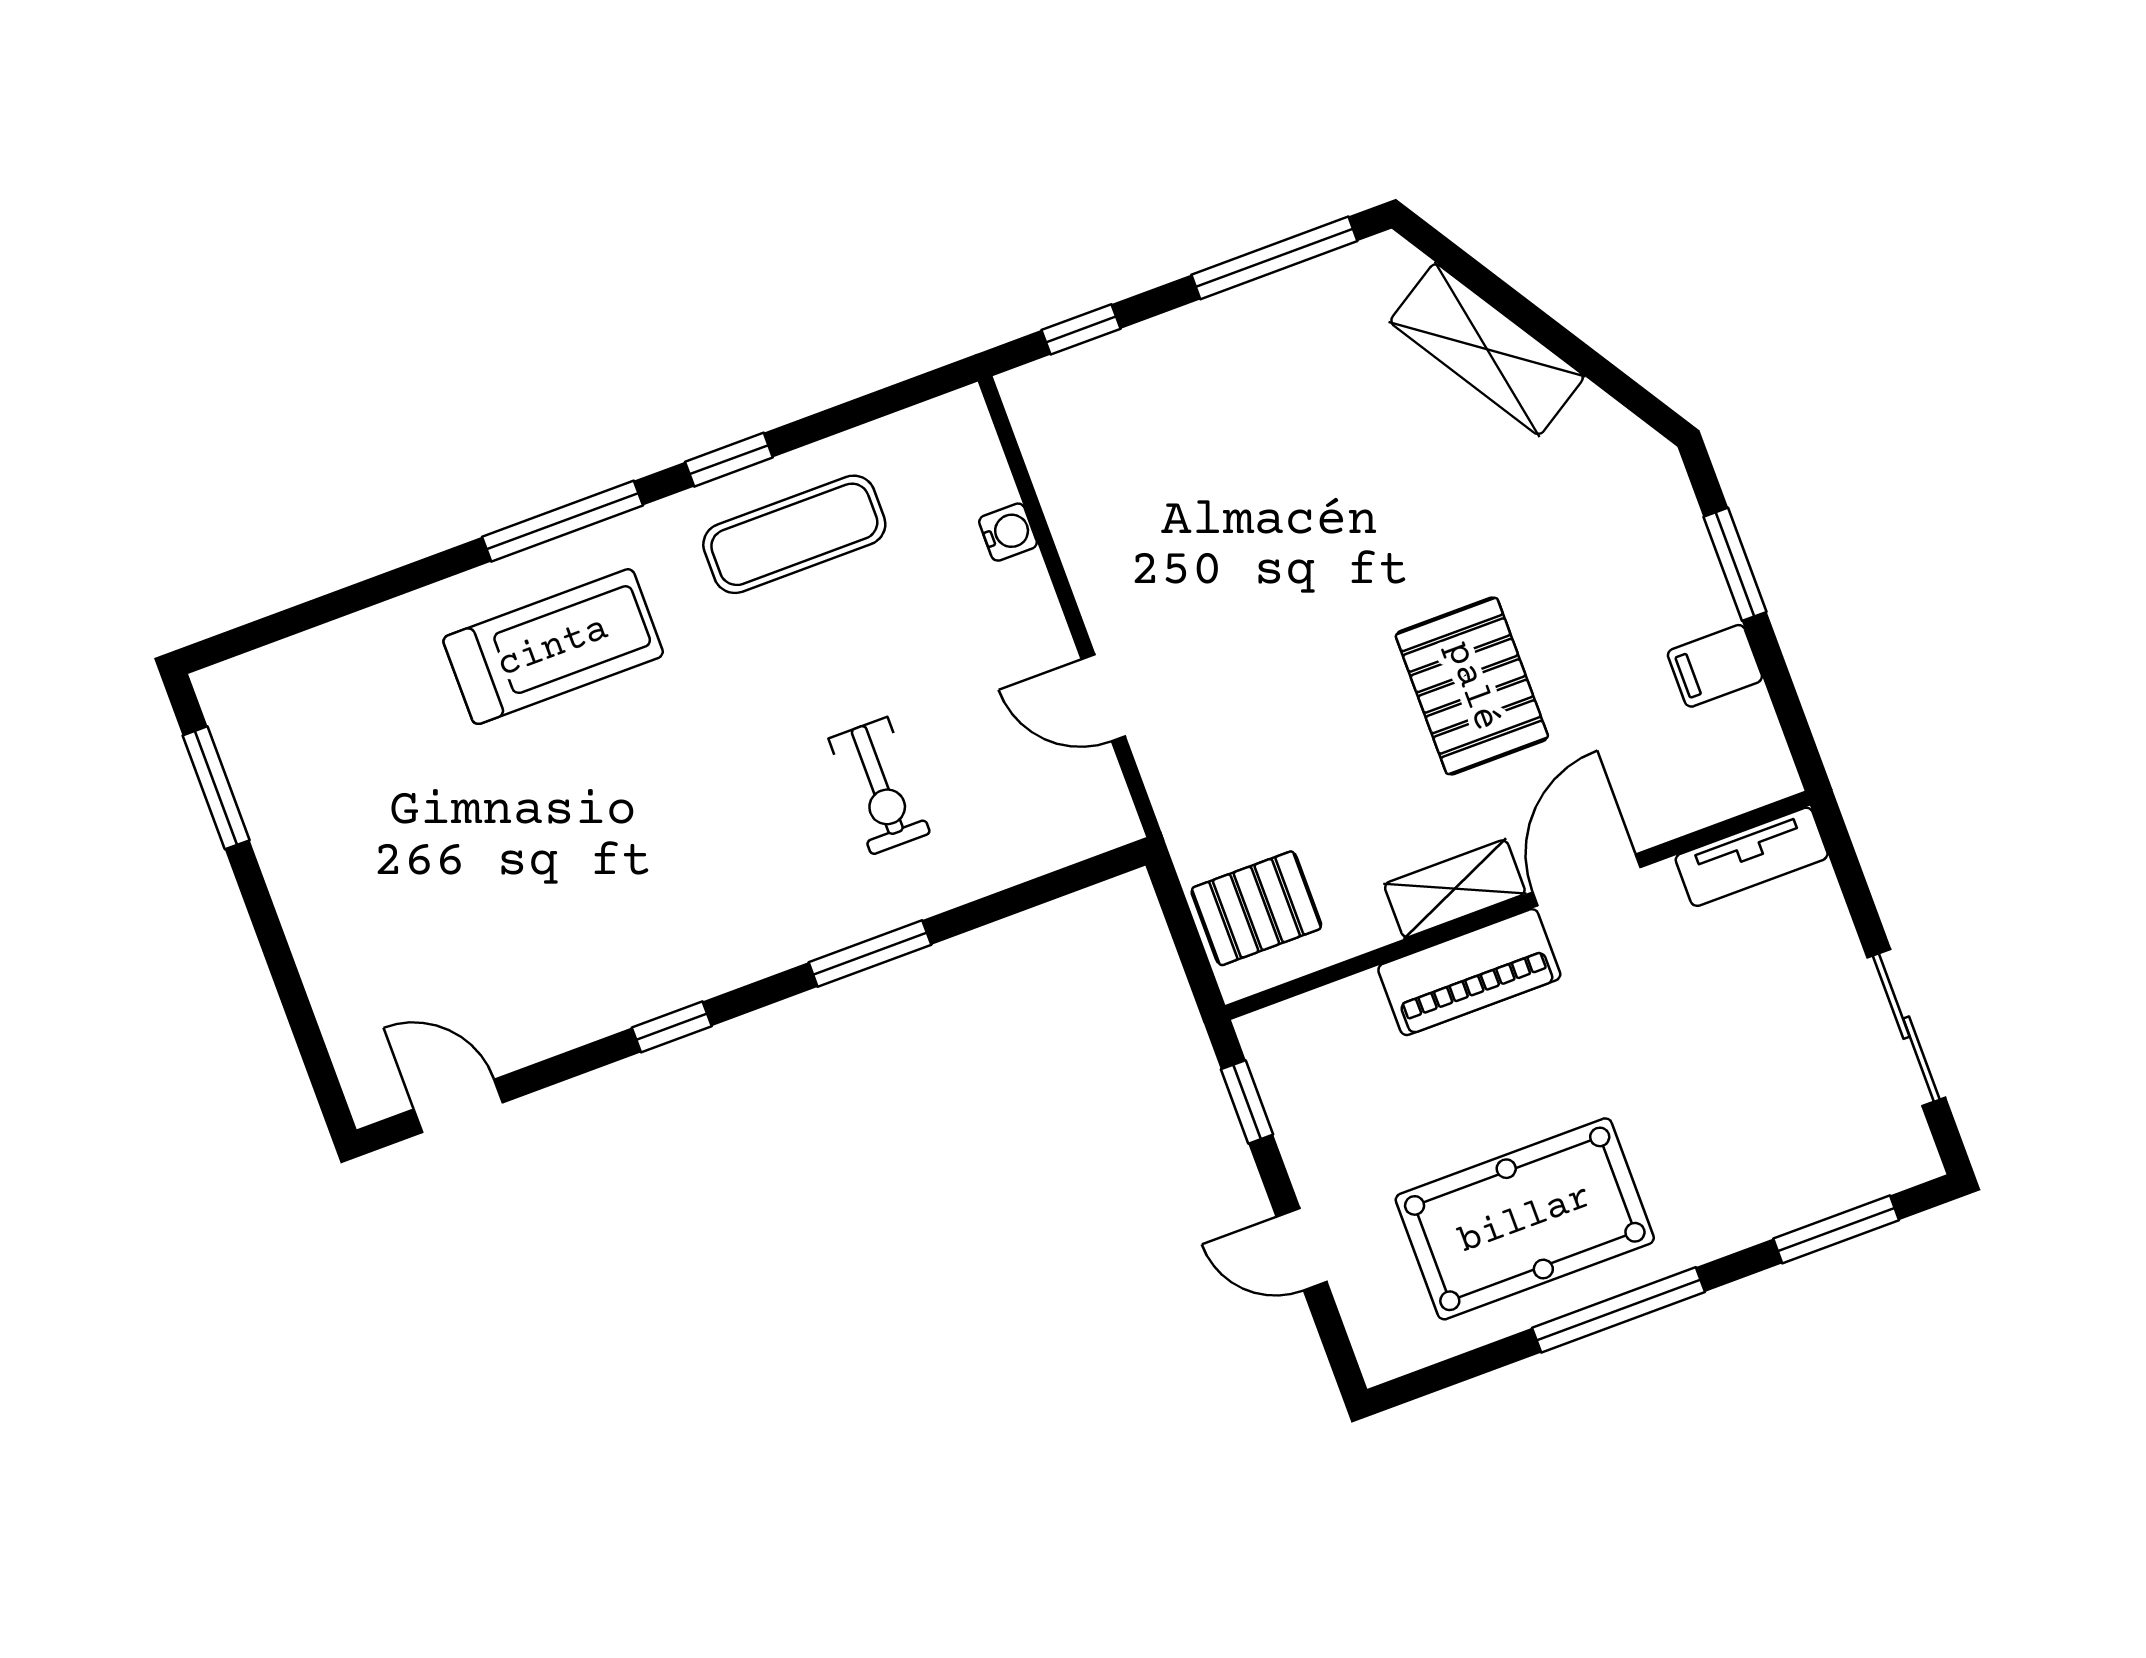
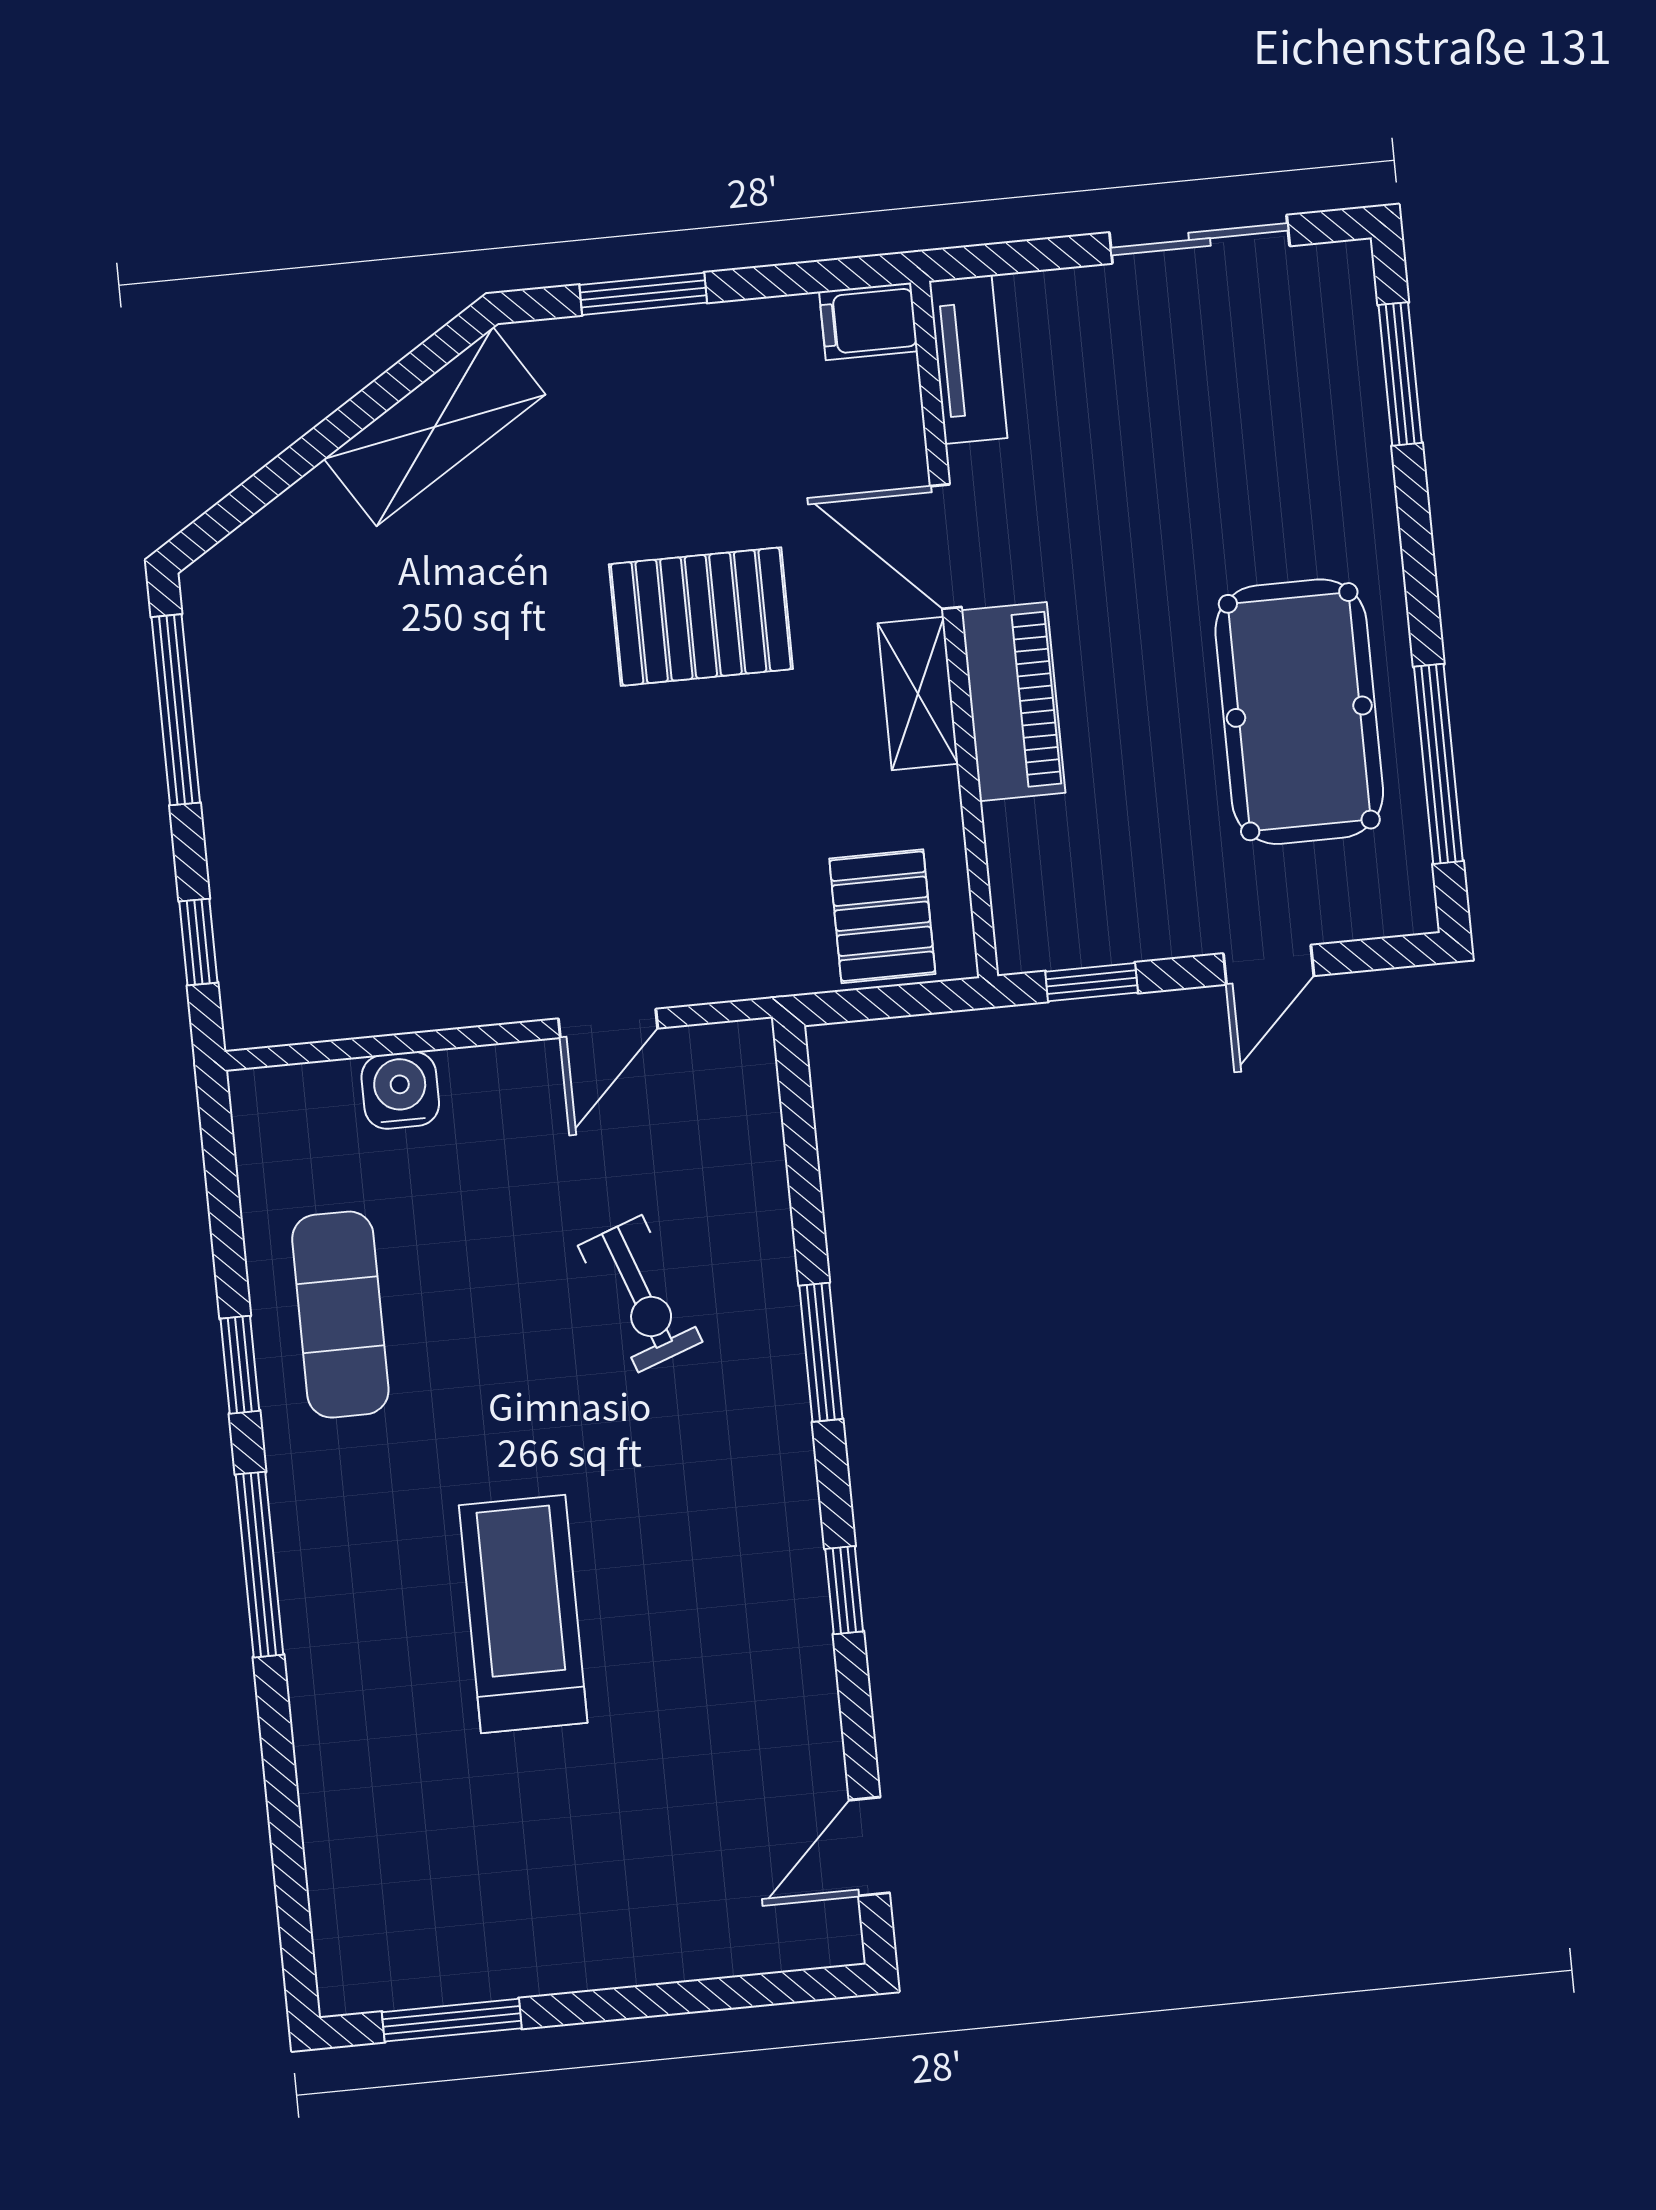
shelving: (1487, 349) -> (435, 427), moved
water cooler: (1008, 532) -> (400, 1090), width x1.38, depth x1.38
treadmill: (553, 647) -> (523, 1614), moved
filing cabinet: (1715, 666) -> (869, 321), moved, turned 90
exercise bike: (879, 786) -> (640, 1294), turned 70
window: (1618, 1310) -> (1438, 764), moved

